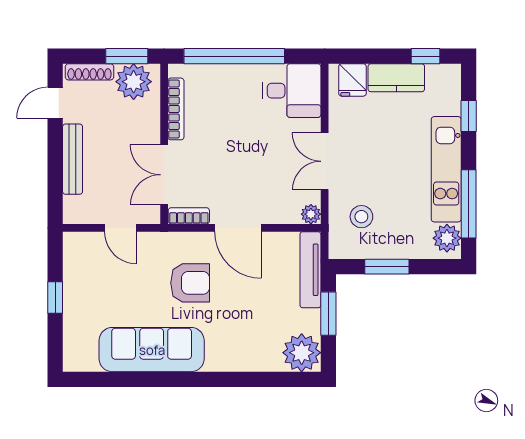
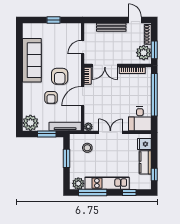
double door: (164, 175) -> (105, 65), swing flipped
armchair: (241, 304) -> (51, 97), added

